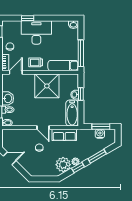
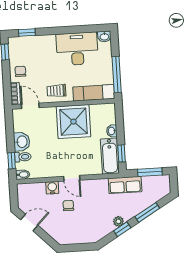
window: (28, 18) -> (27, 33), moved
desk: (36, 32) -> (77, 49), moved
door: (16, 72) -> (30, 106), hinge flipped
window: (81, 94) -> (122, 153), moved
water cooler: (100, 134) -> (52, 188), moved
row of seats: (64, 135) -> (125, 185), moved
plant: (63, 165) -> (102, 227), removed

